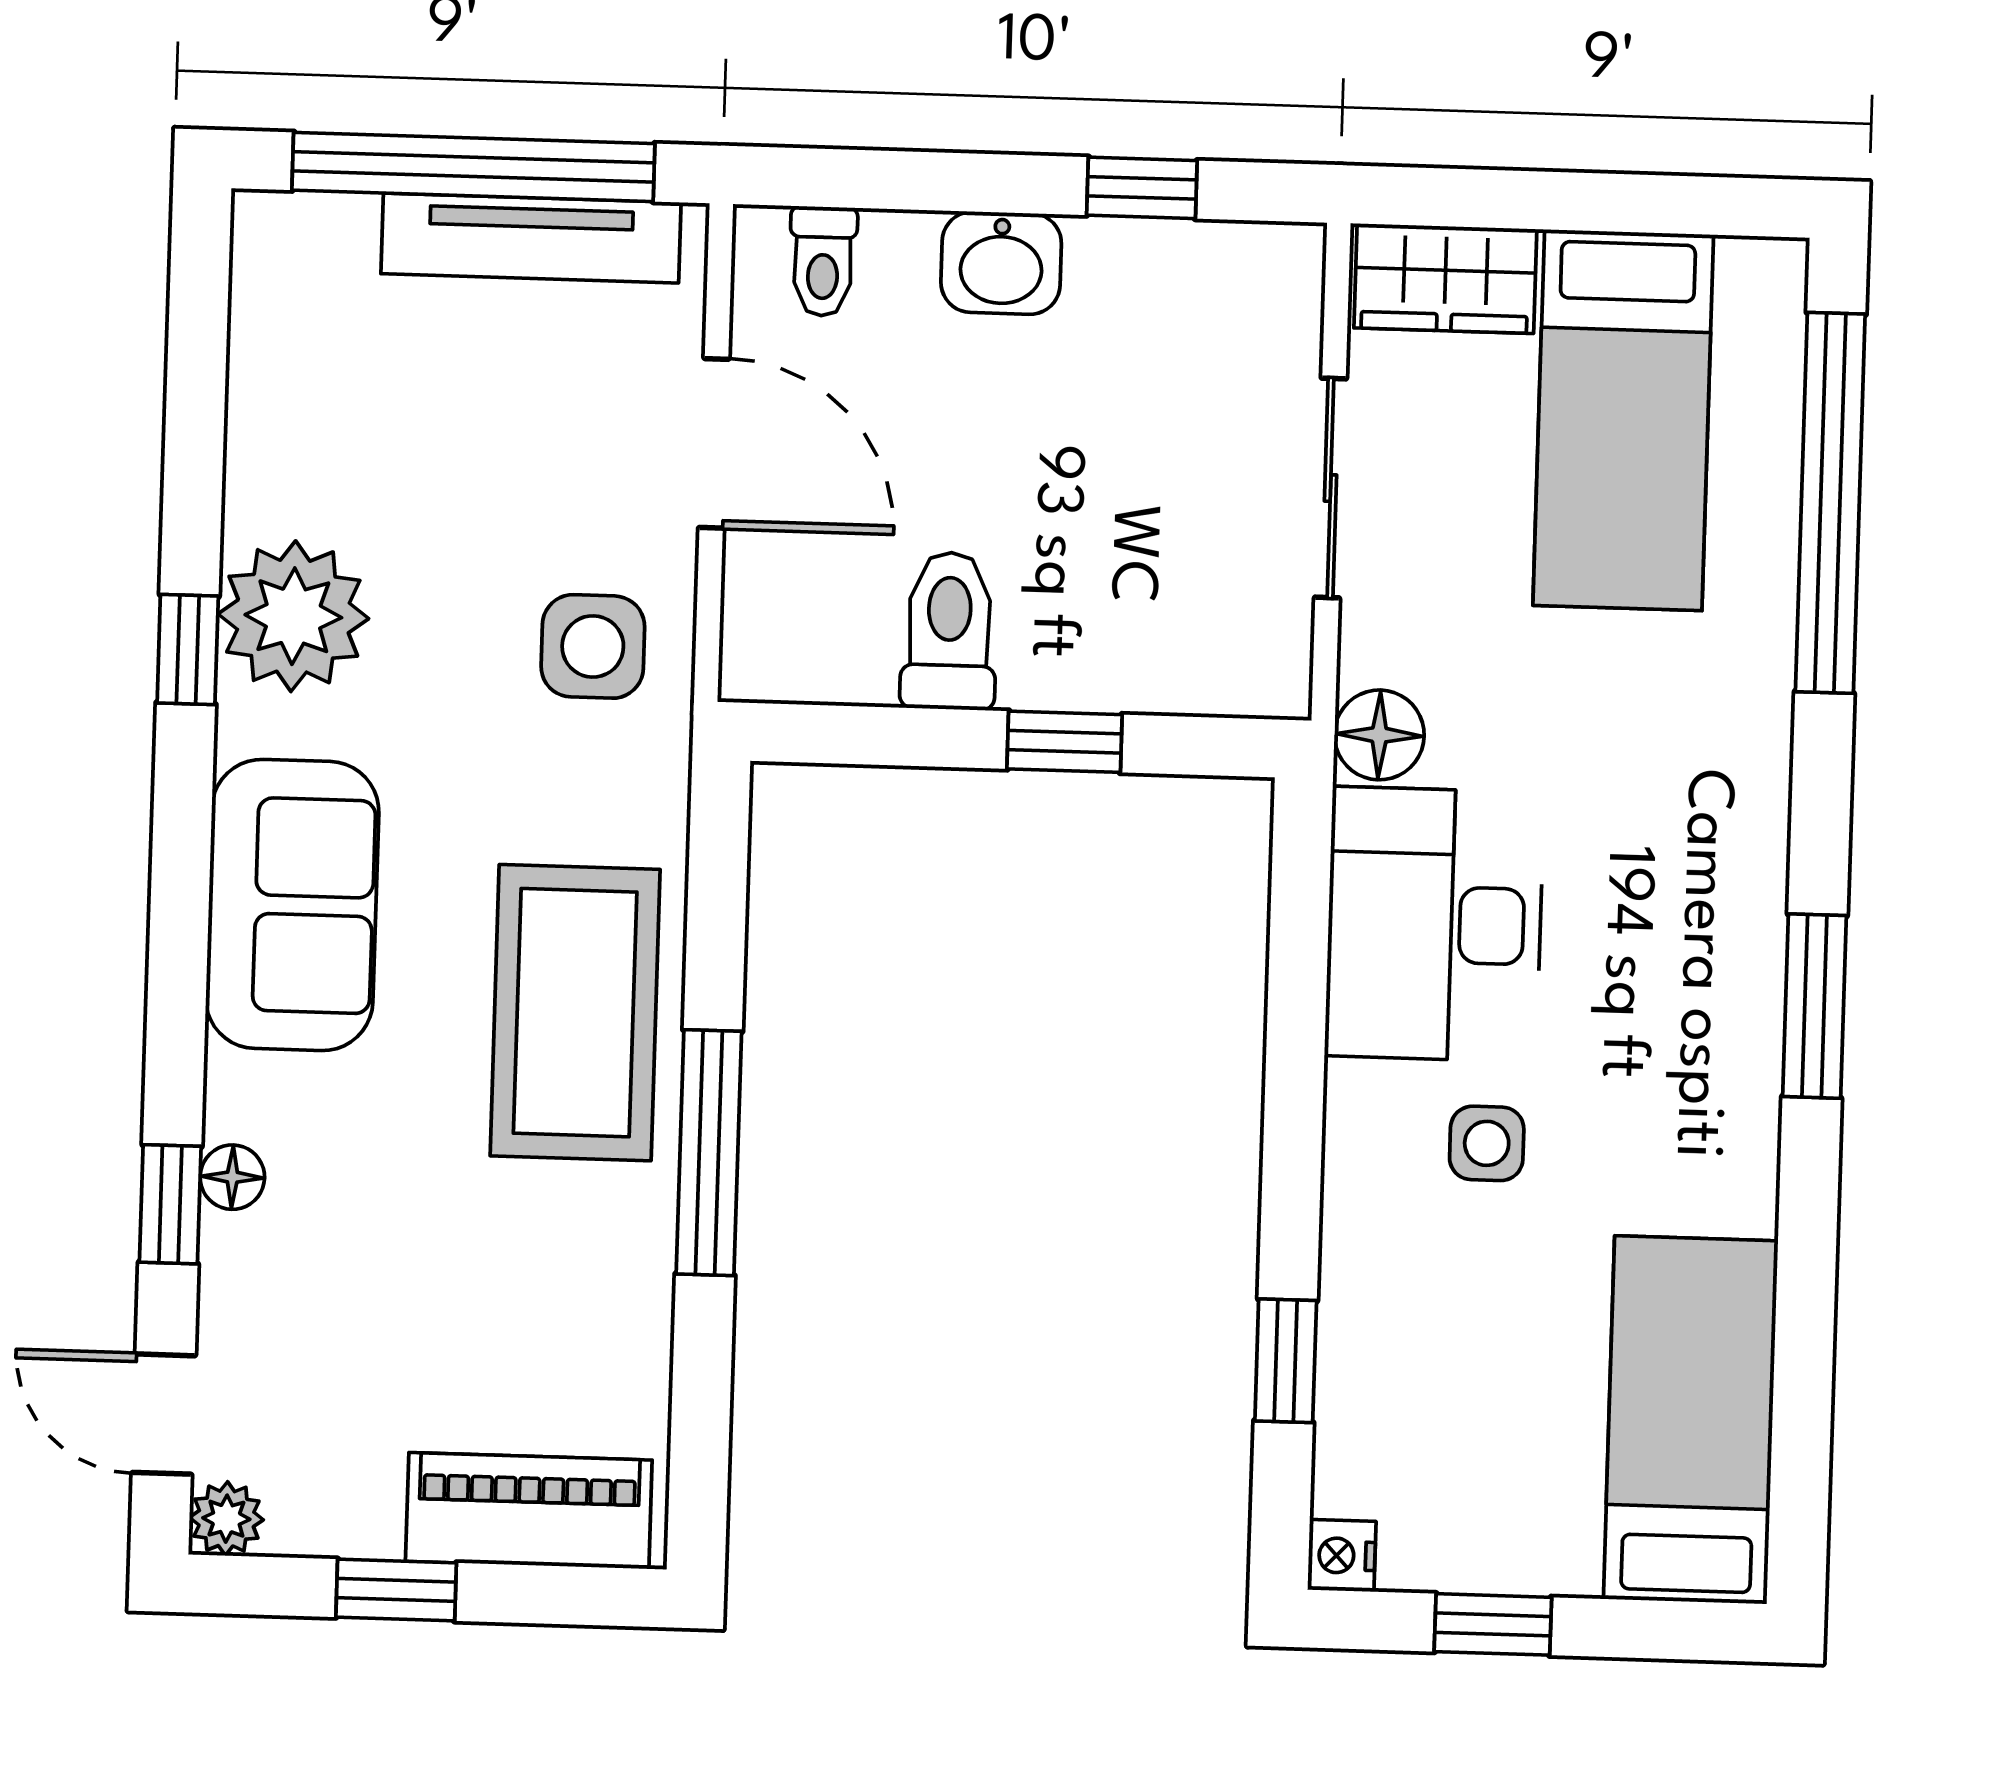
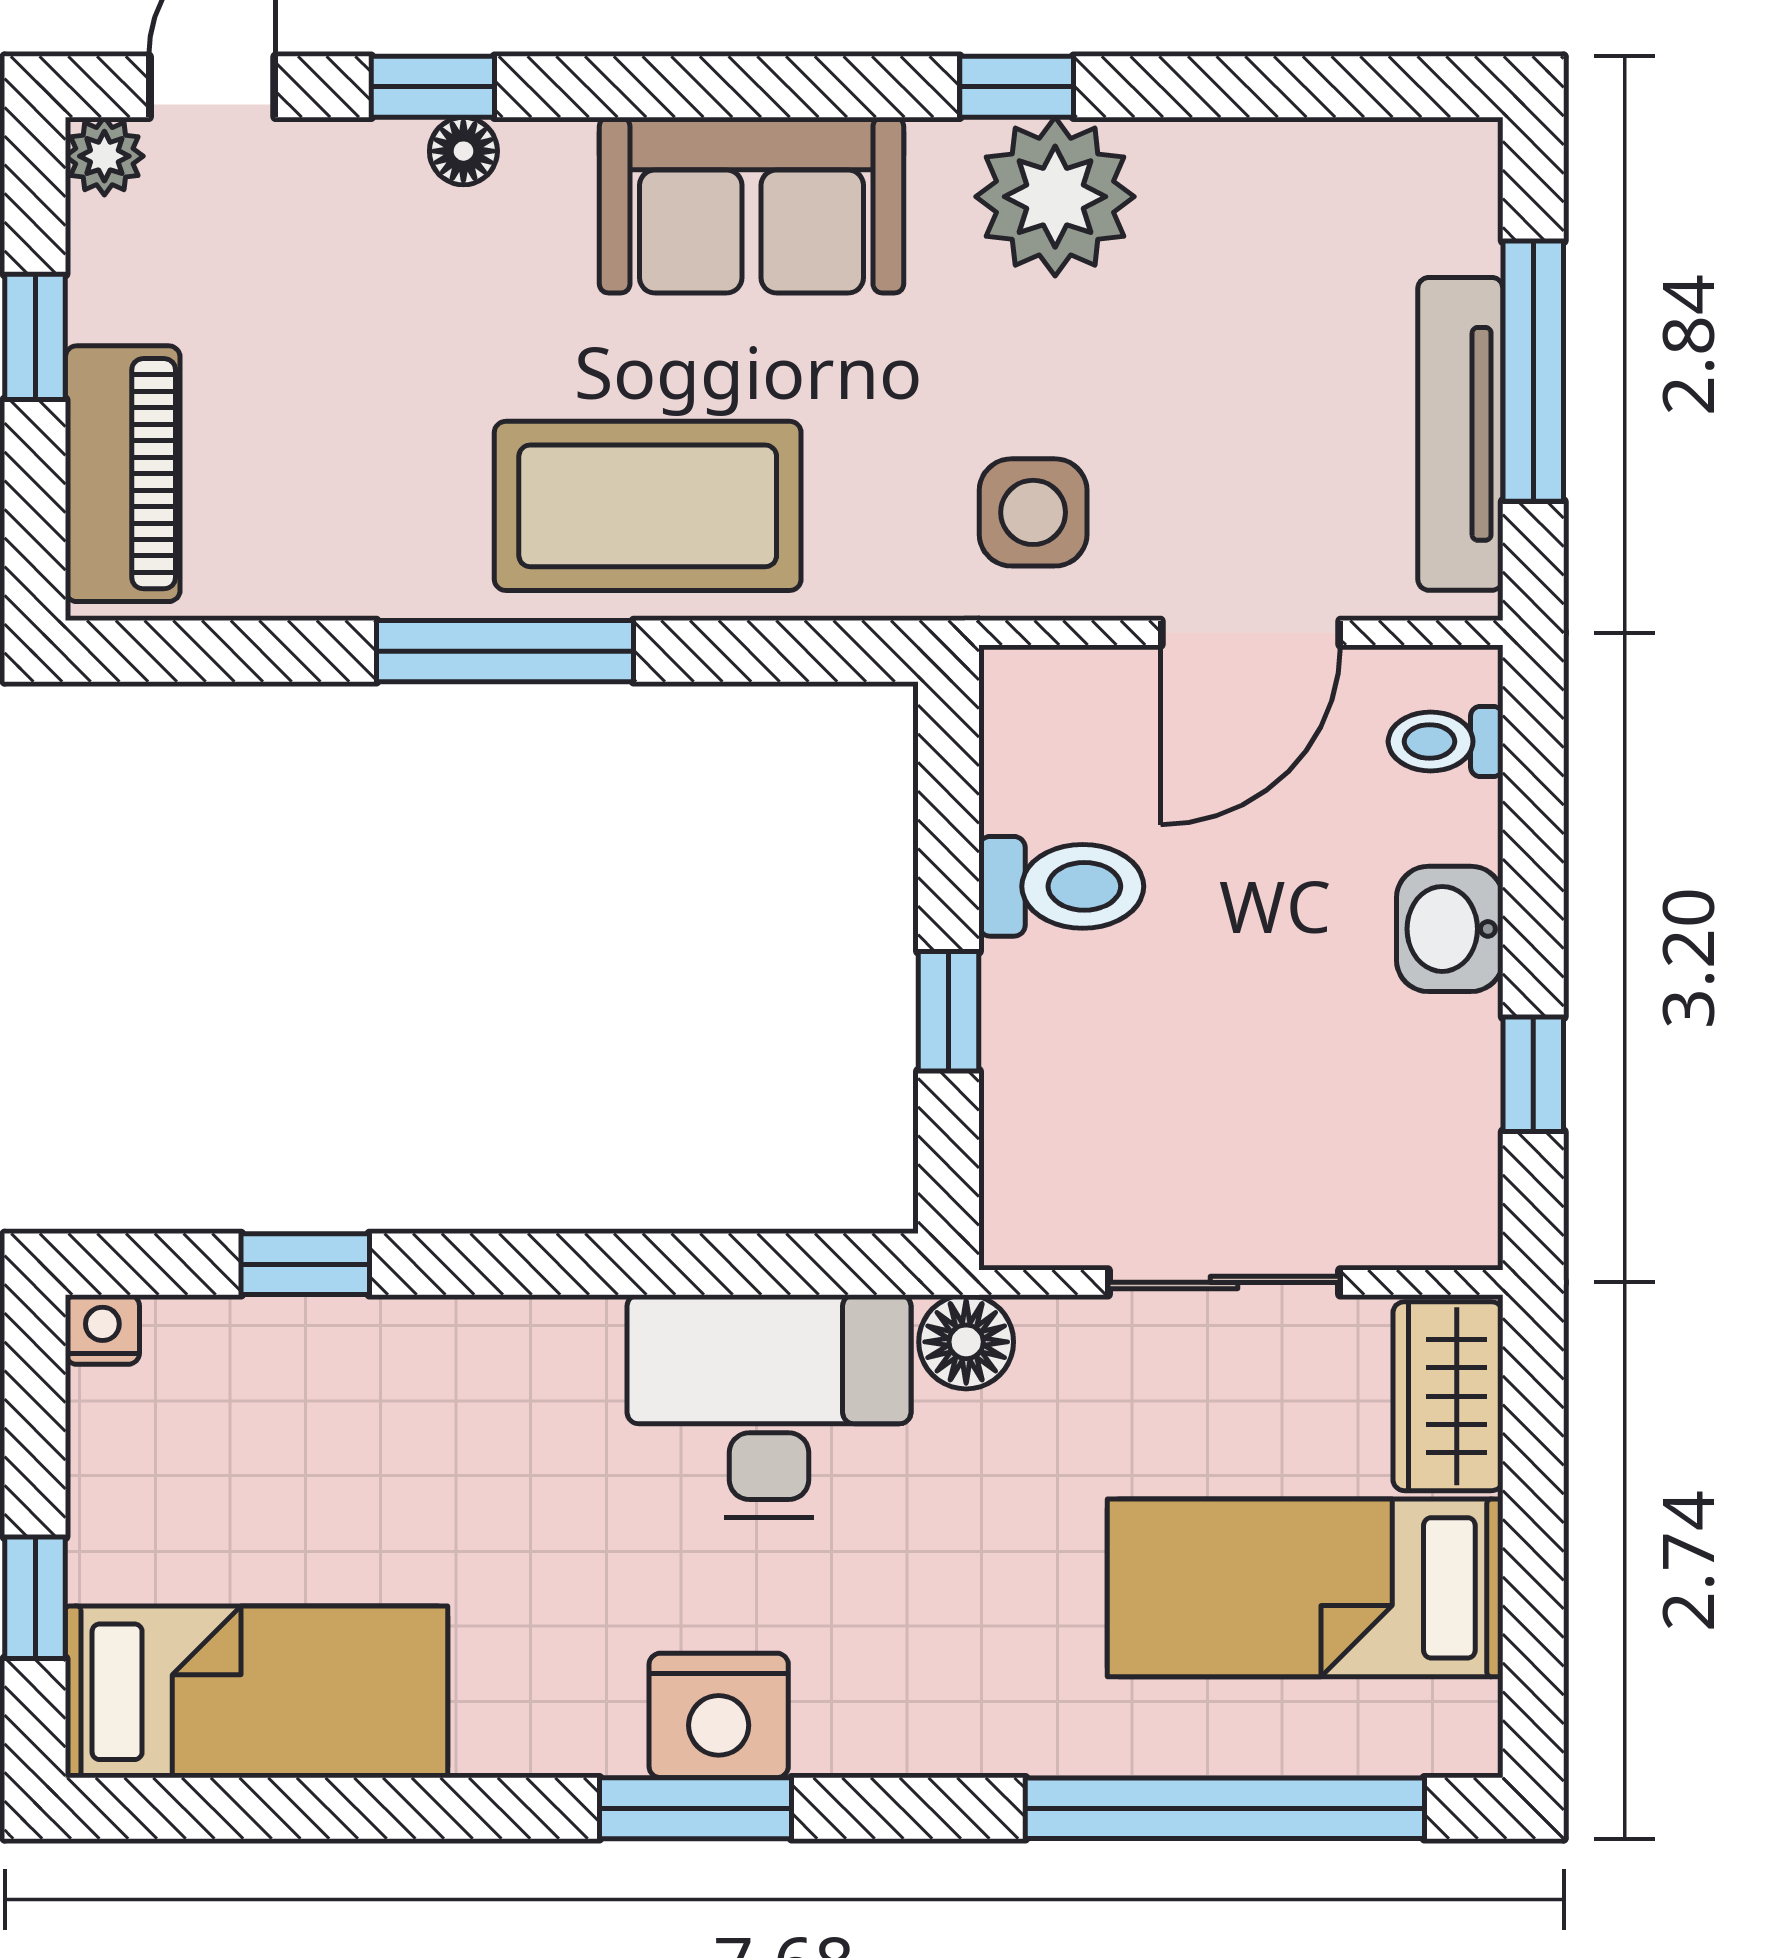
window: (473, 167) -> (1533, 371), width x0.68
nightstand: (1727, 981) -> (719, 1715), added
side table: (1487, 1143) -> (540, 1468), removed
window: (1493, 1624) -> (35, 1598), moved

